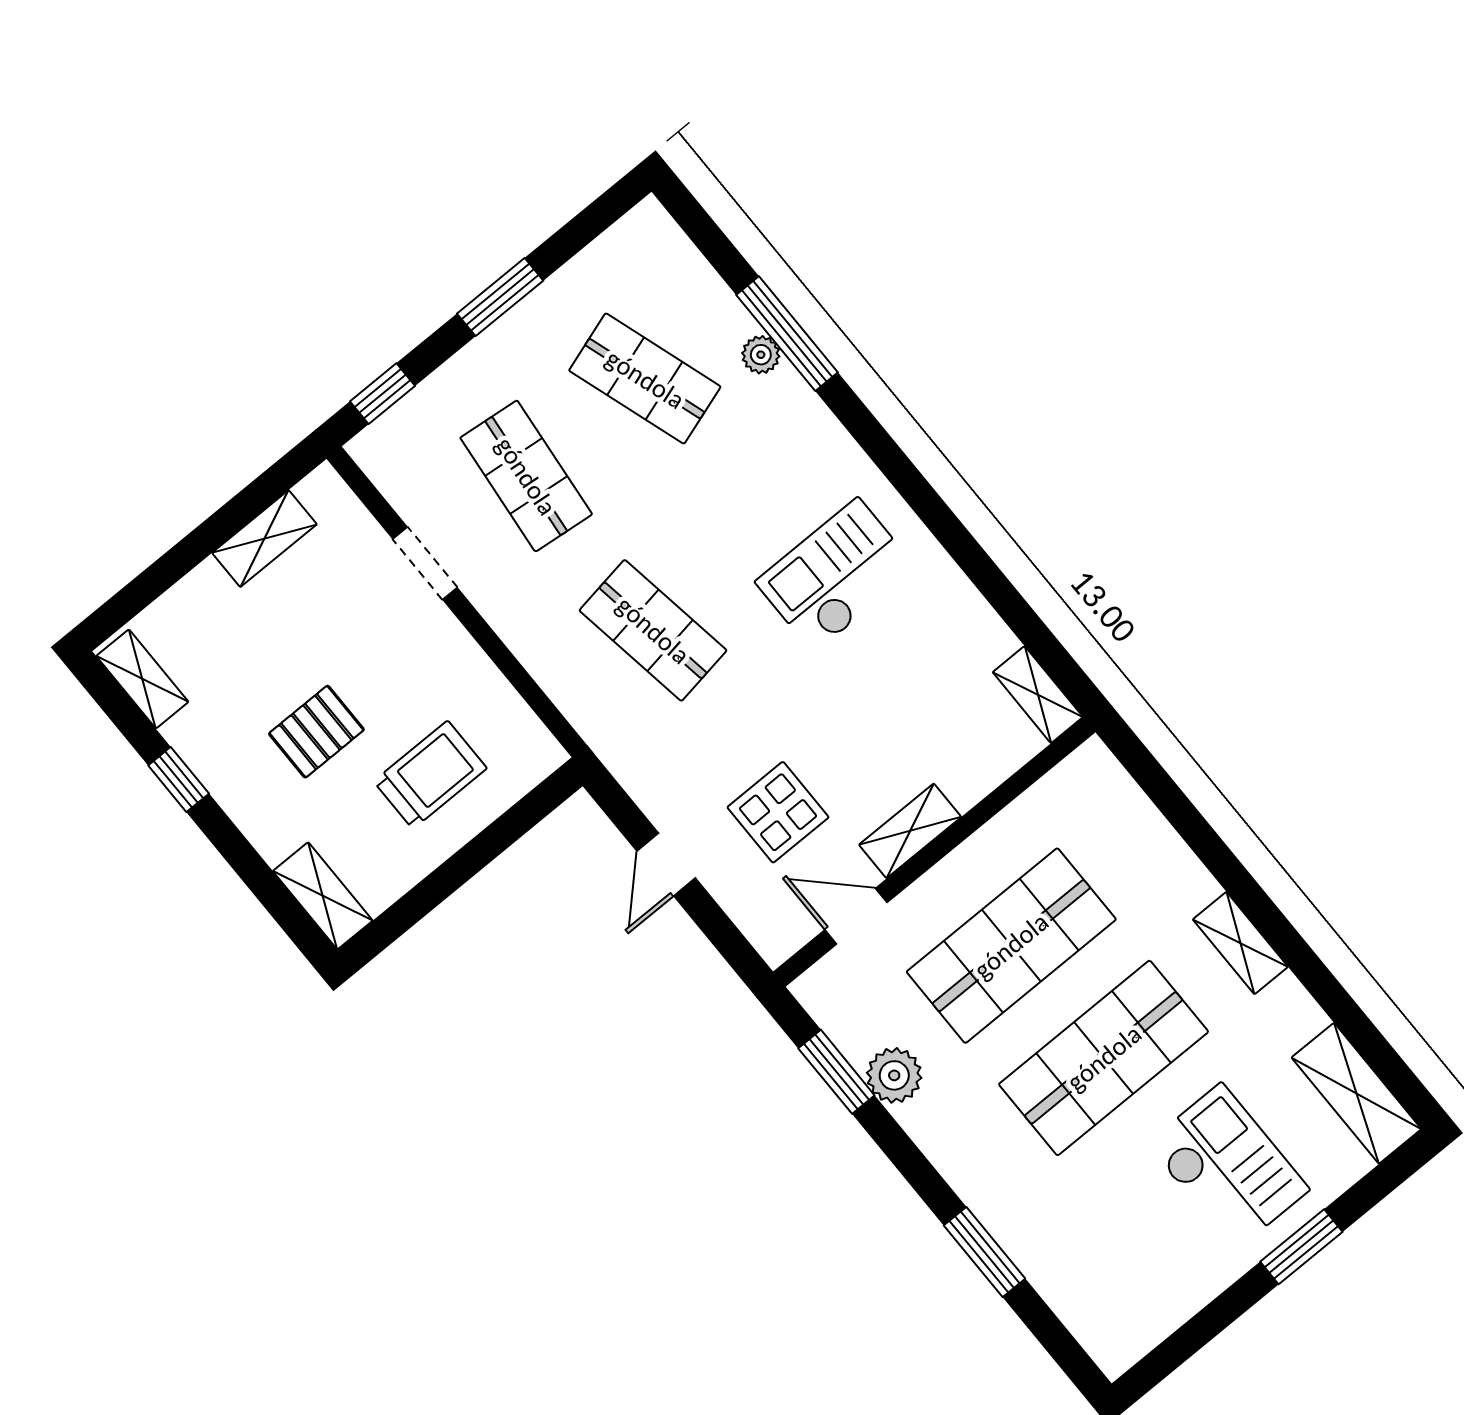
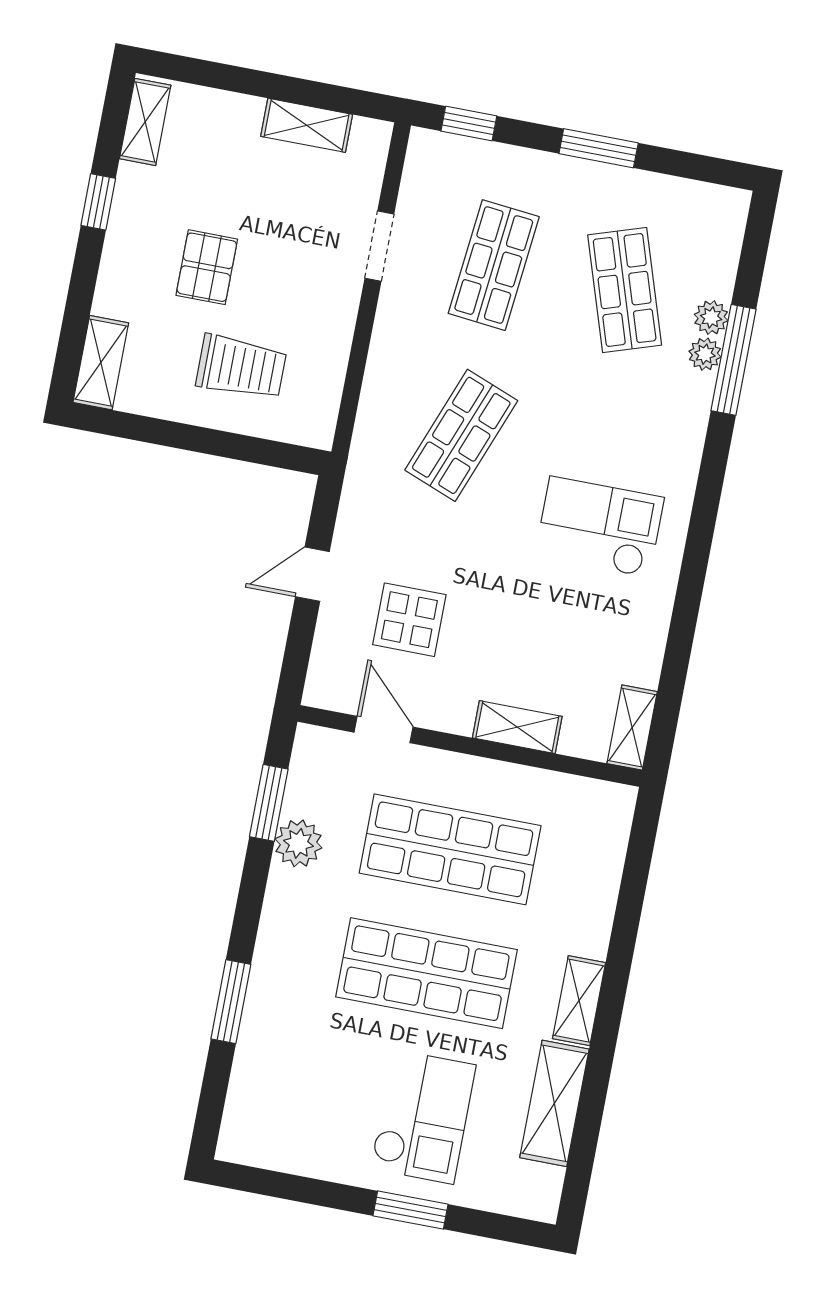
plant: (733, 322) -> (711, 318), added
shop shelf: (653, 630) -> (461, 435), turned 30
pallet: (316, 732) -> (207, 267), turned 90
shelving: (910, 831) -> (517, 727), moved
shelving: (1356, 1093) -> (554, 1103), moved

